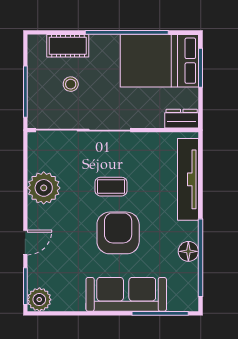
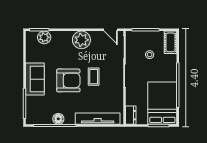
cot: (68, 46) -> (171, 42), moved
plant: (44, 188) -> (81, 40), moved
door: (25, 243) -> (111, 30), moved
sofa: (126, 294) -> (35, 79), width x0.73
plant: (39, 300) -> (44, 37), moved

